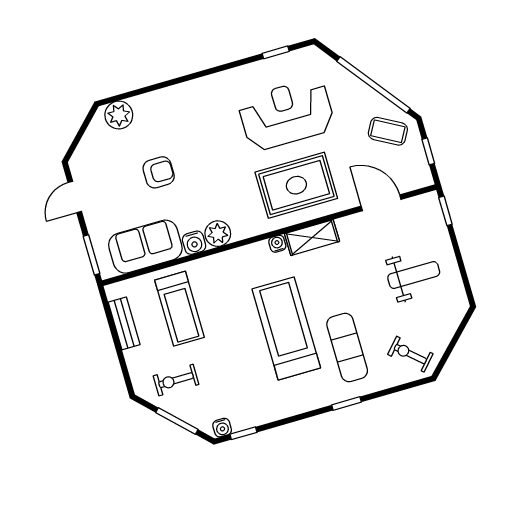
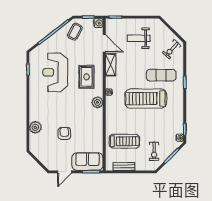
plant: (119, 115) -> (35, 127), moved
rug: (296, 185) -> (86, 77), width x0.73, depth x0.70
door: (75, 197) -> (64, 172), hinge flipped
door: (381, 203) -> (104, 43), swing flipped
plant: (218, 234) -> (97, 102), moved
shelving: (312, 238) -> (111, 65), moved
water cooler: (194, 243) -> (98, 23), moved
sofa: (145, 247) -> (87, 162), moved, turned 90
weight bench: (414, 275) -> (139, 38), turned -90

